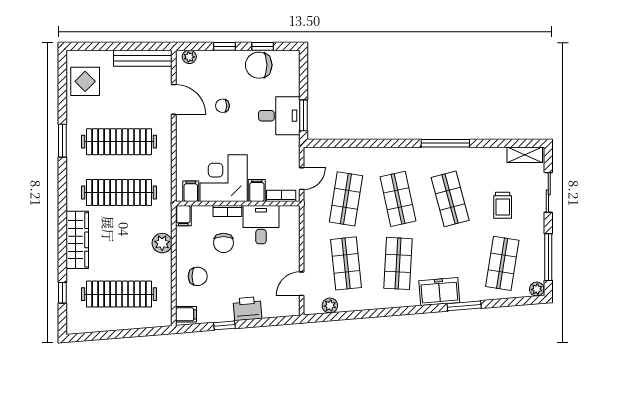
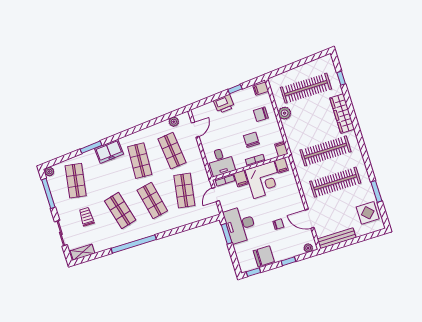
window: (263, 46) -> (253, 272), moved
desk: (279, 116) -> (240, 225), width x1.37
window: (62, 141) -> (376, 191), moved
window: (445, 143) -> (134, 244), width x1.46
desk: (261, 225) -> (221, 162), moved
plant: (162, 243) -> (285, 113), moved

